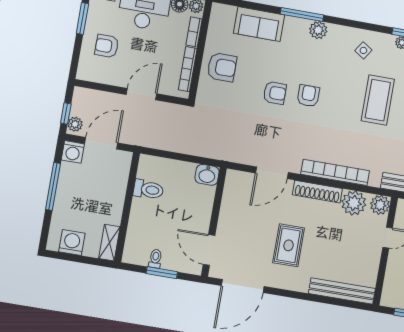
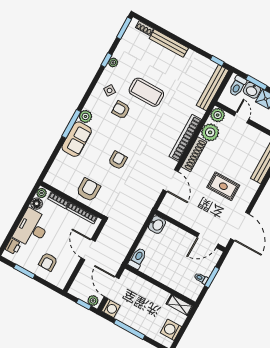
sofa: (259, 24) -> (77, 139), moved
armchair: (308, 96) -> (121, 110), moved
toilet: (148, 190) -> (138, 258), moved

